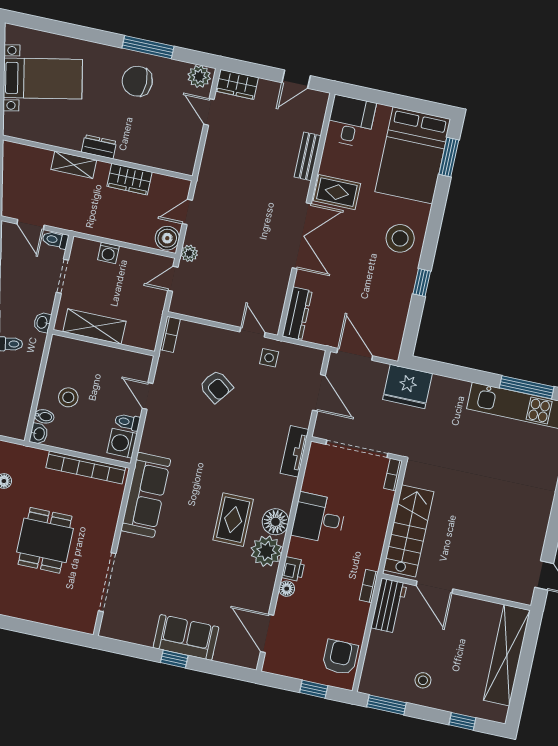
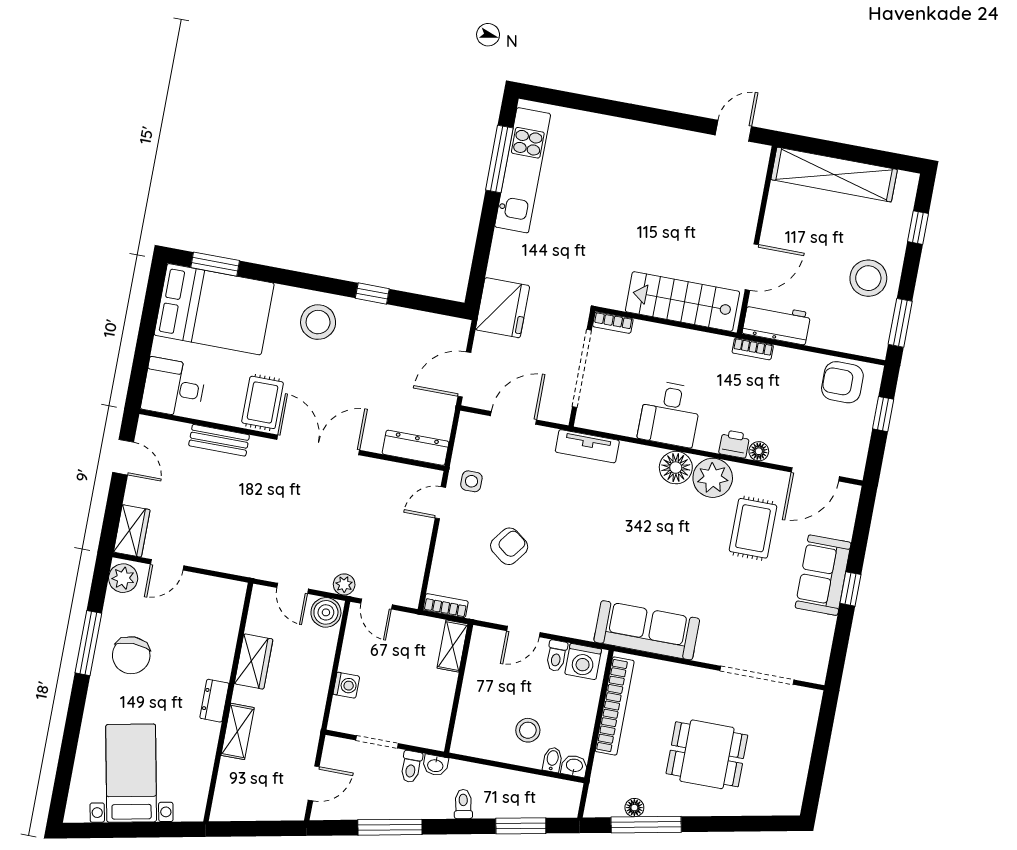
toilet: (55, 240) -> (411, 767), moved
shelving: (94, 326) -> (452, 646), moved, width x0.67, depth x0.75
rug: (233, 520) -> (753, 528), moved, turned 90
stool: (423, 680) -> (868, 278), width x1.89, depth x1.89

